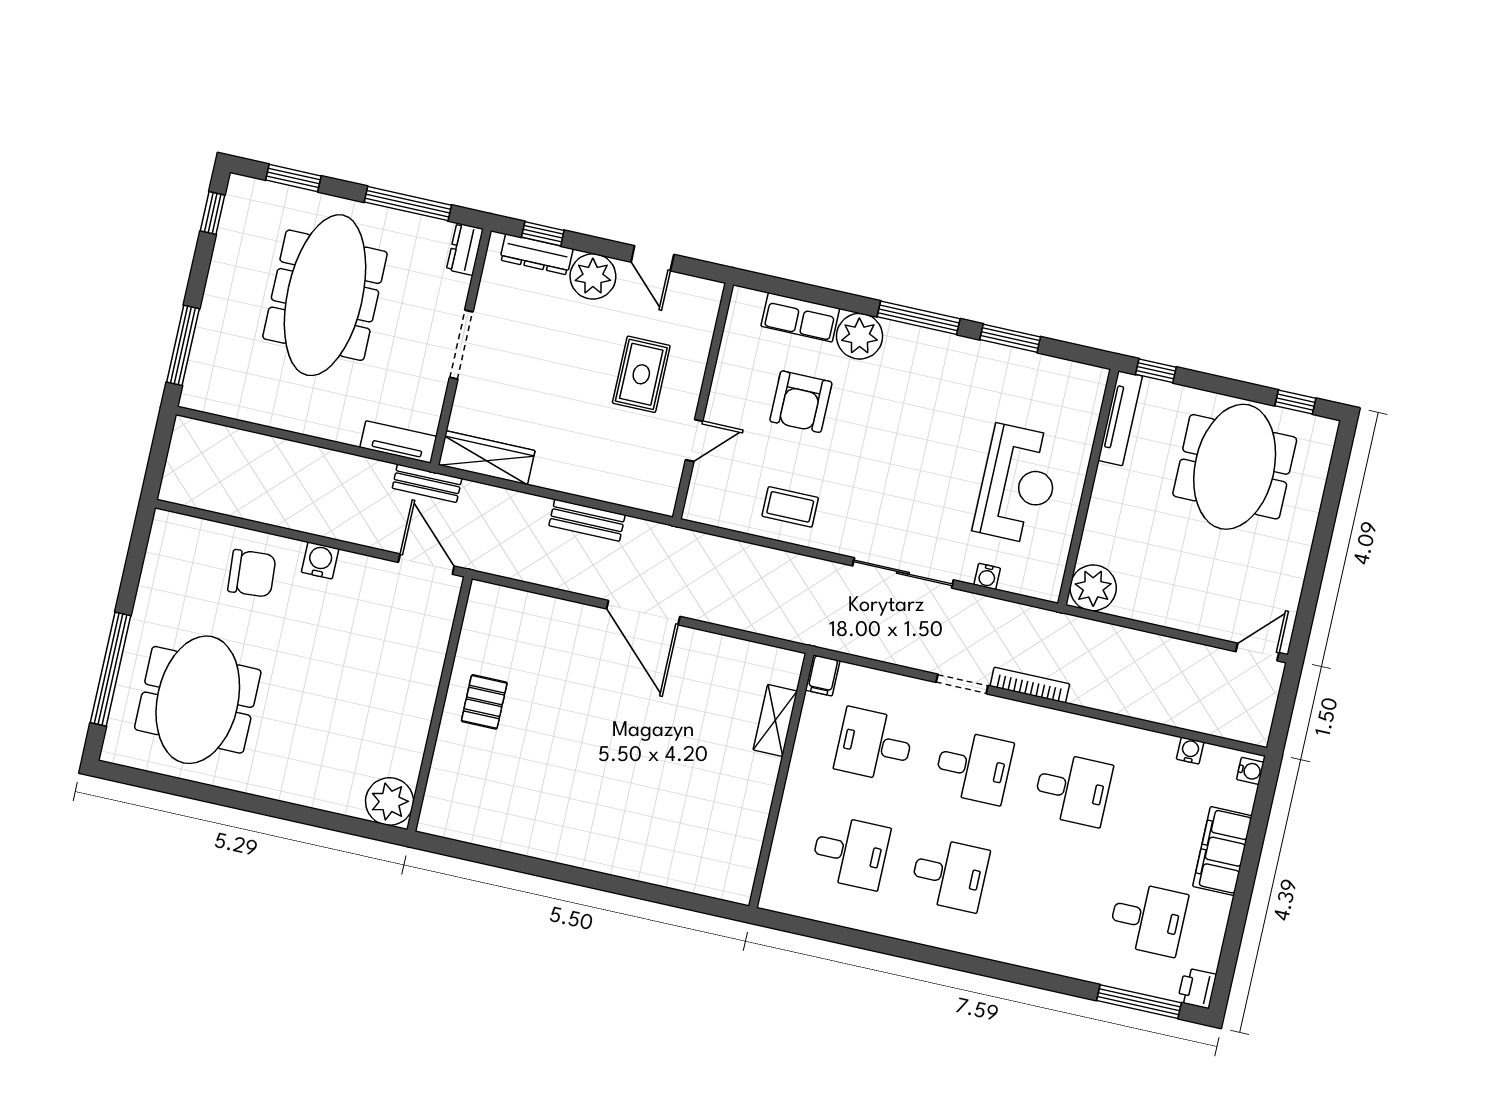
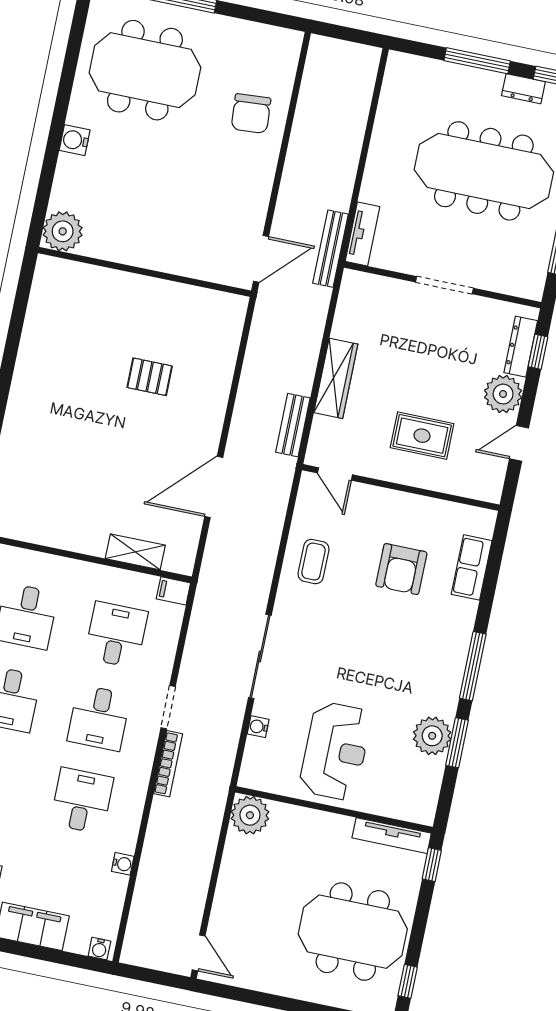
dresser: (465, 249) -> (523, 89), moved, turned 180
plant: (860, 336) -> (432, 736), moved
window: (183, 345) -> (477, 61), moved
armchair: (801, 402) -> (401, 569), turned -90
door: (694, 440) -> (335, 474), moved
wardrobe: (487, 458) -> (336, 378), moved
bench: (427, 483) -> (330, 249), width x1.36
reception desk: (1018, 484) -> (335, 751), turned -90
bench: (587, 520) -> (293, 425), moved
water cooler: (320, 560) -> (75, 140), moved, turned 180
door: (643, 613) -> (214, 487), moved
pallet: (484, 702) -> (150, 377), moved
water cooler: (1190, 751) -> (123, 864), moved
desk: (1073, 789) -> (82, 801), turned 180

